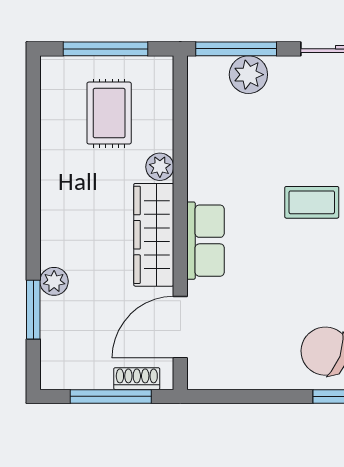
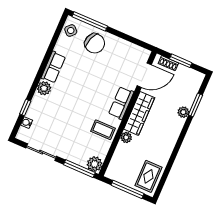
plant: (248, 75) -> (95, 164), moved
rug: (109, 113) -> (148, 176), moved
coffee table: (312, 202) -> (103, 130), moved
window: (111, 396) -> (181, 61), width x0.69

